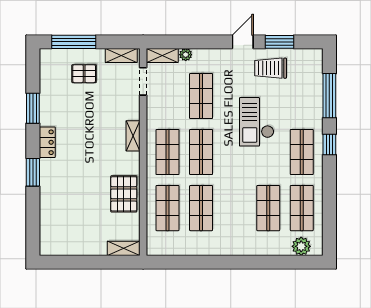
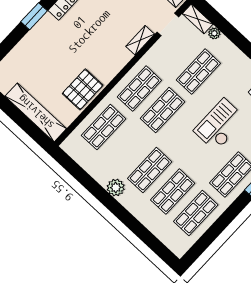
shelving: (133, 136) -> (140, 40), moved
shop shelf: (201, 208) -> (150, 170), moved
plant: (301, 246) -> (116, 188), moved
shelving: (124, 248) -> (36, 112), width x2.20, depth x1.33

